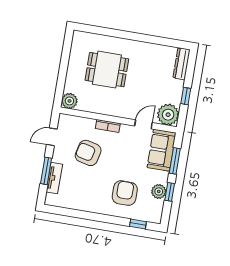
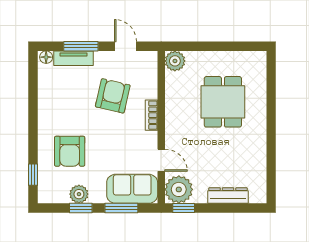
dresser: (181, 64) -> (228, 196), moved
window: (186, 96) -> (184, 208), moved
armchair: (125, 193) -> (70, 151), turned 90
floor lamp: (50, 199) -> (46, 57), added

